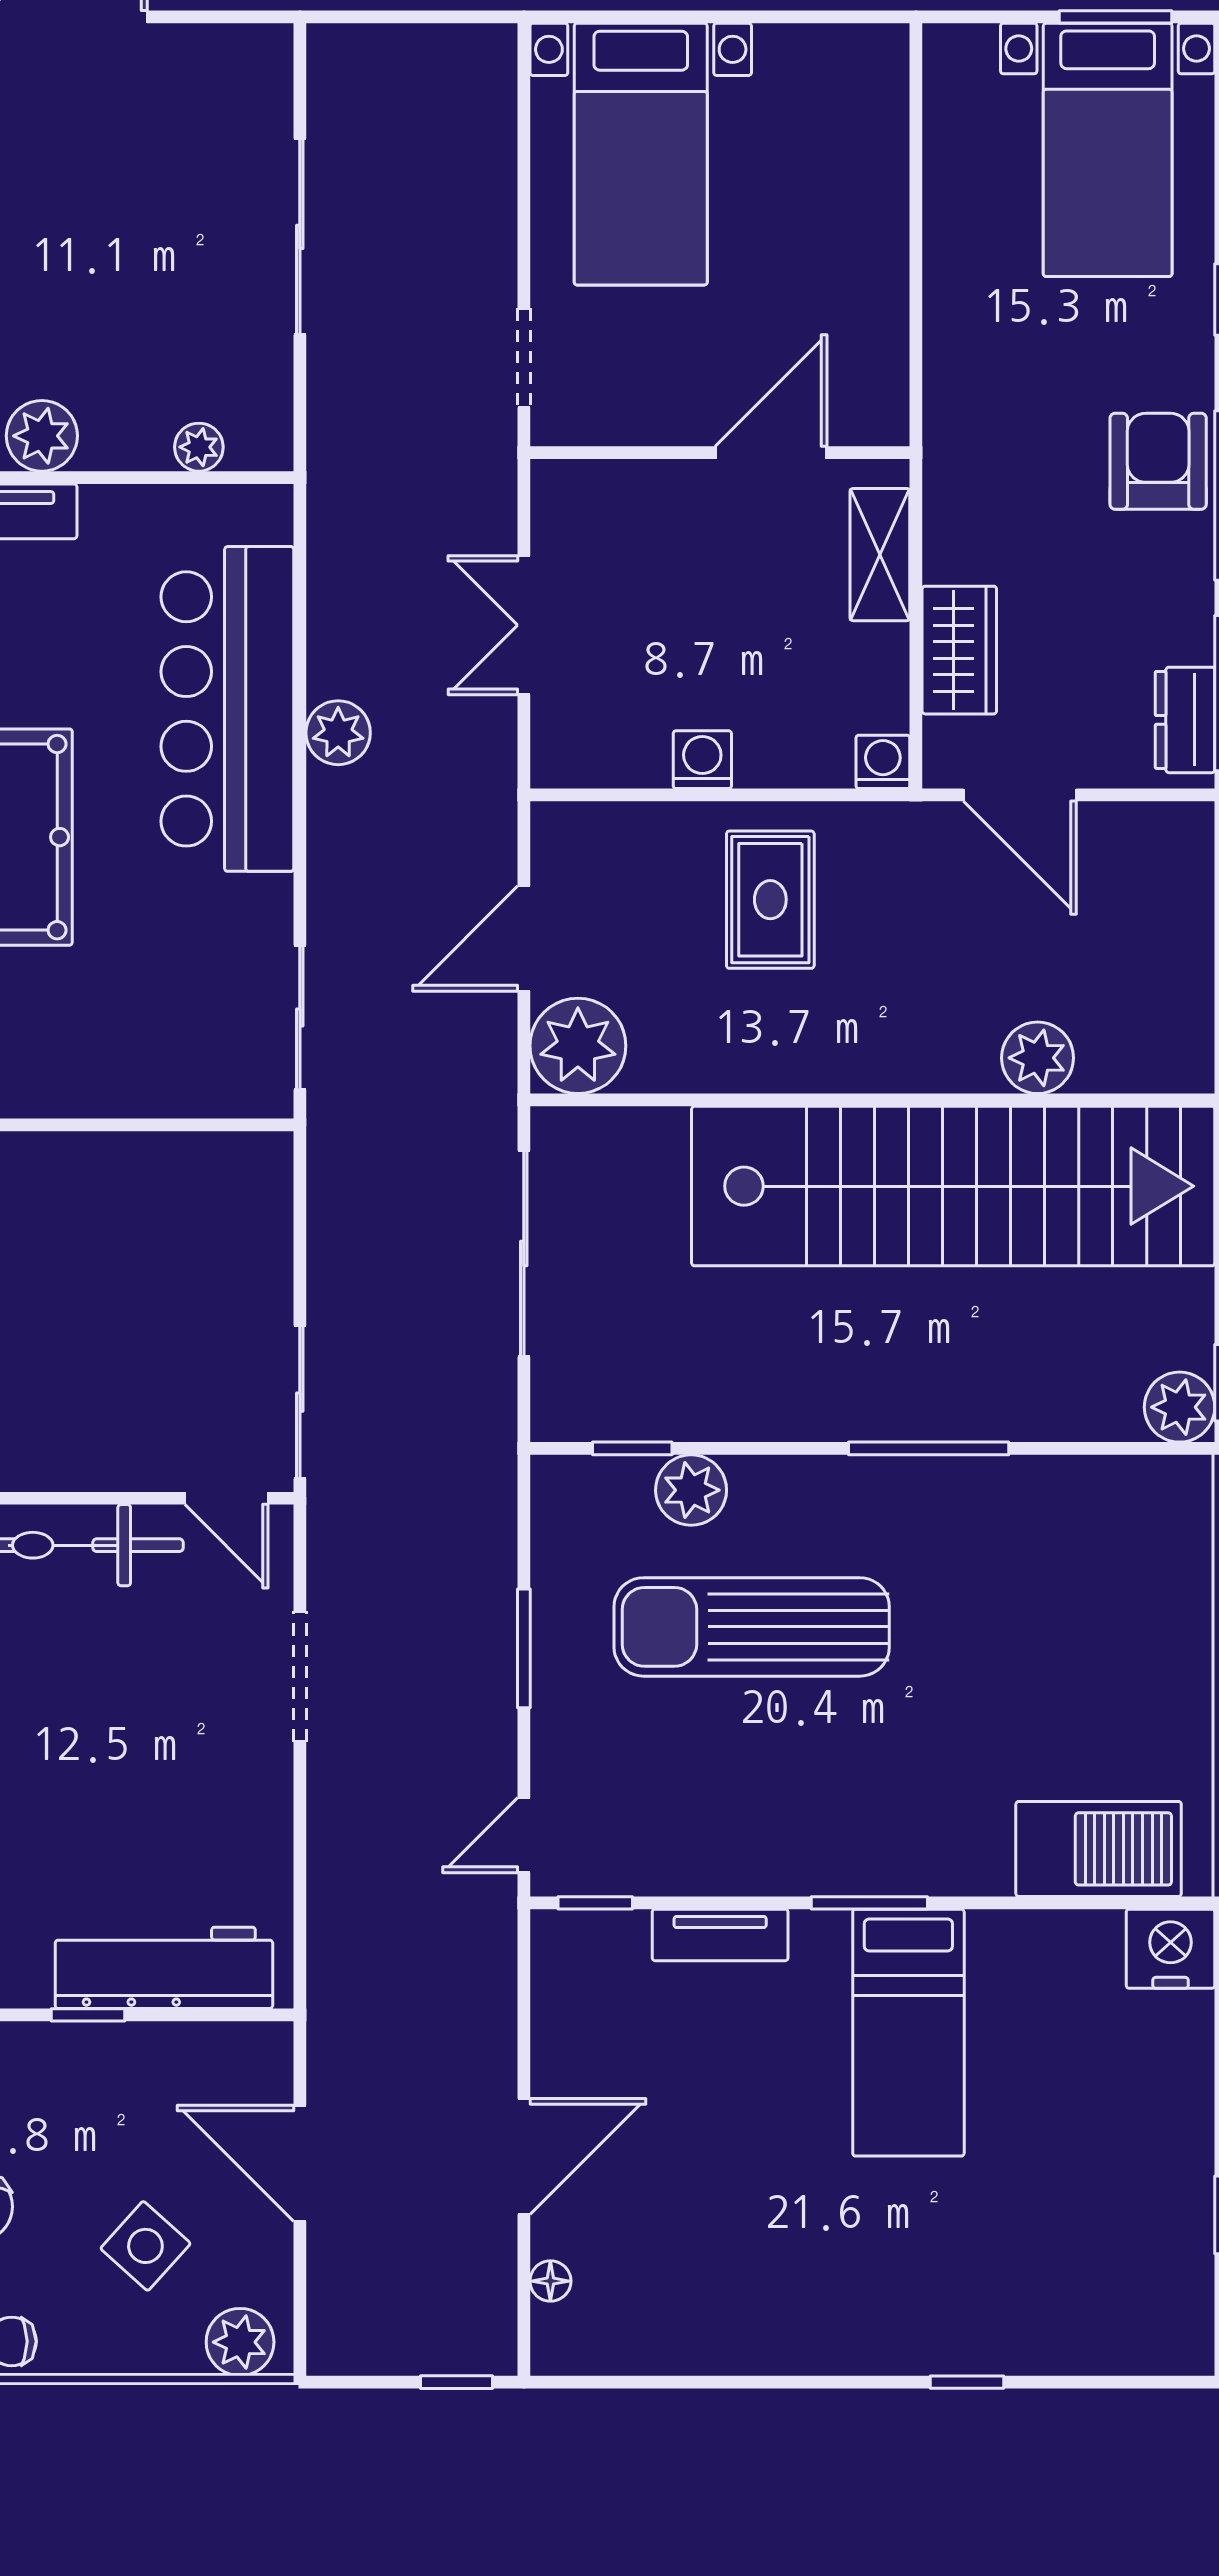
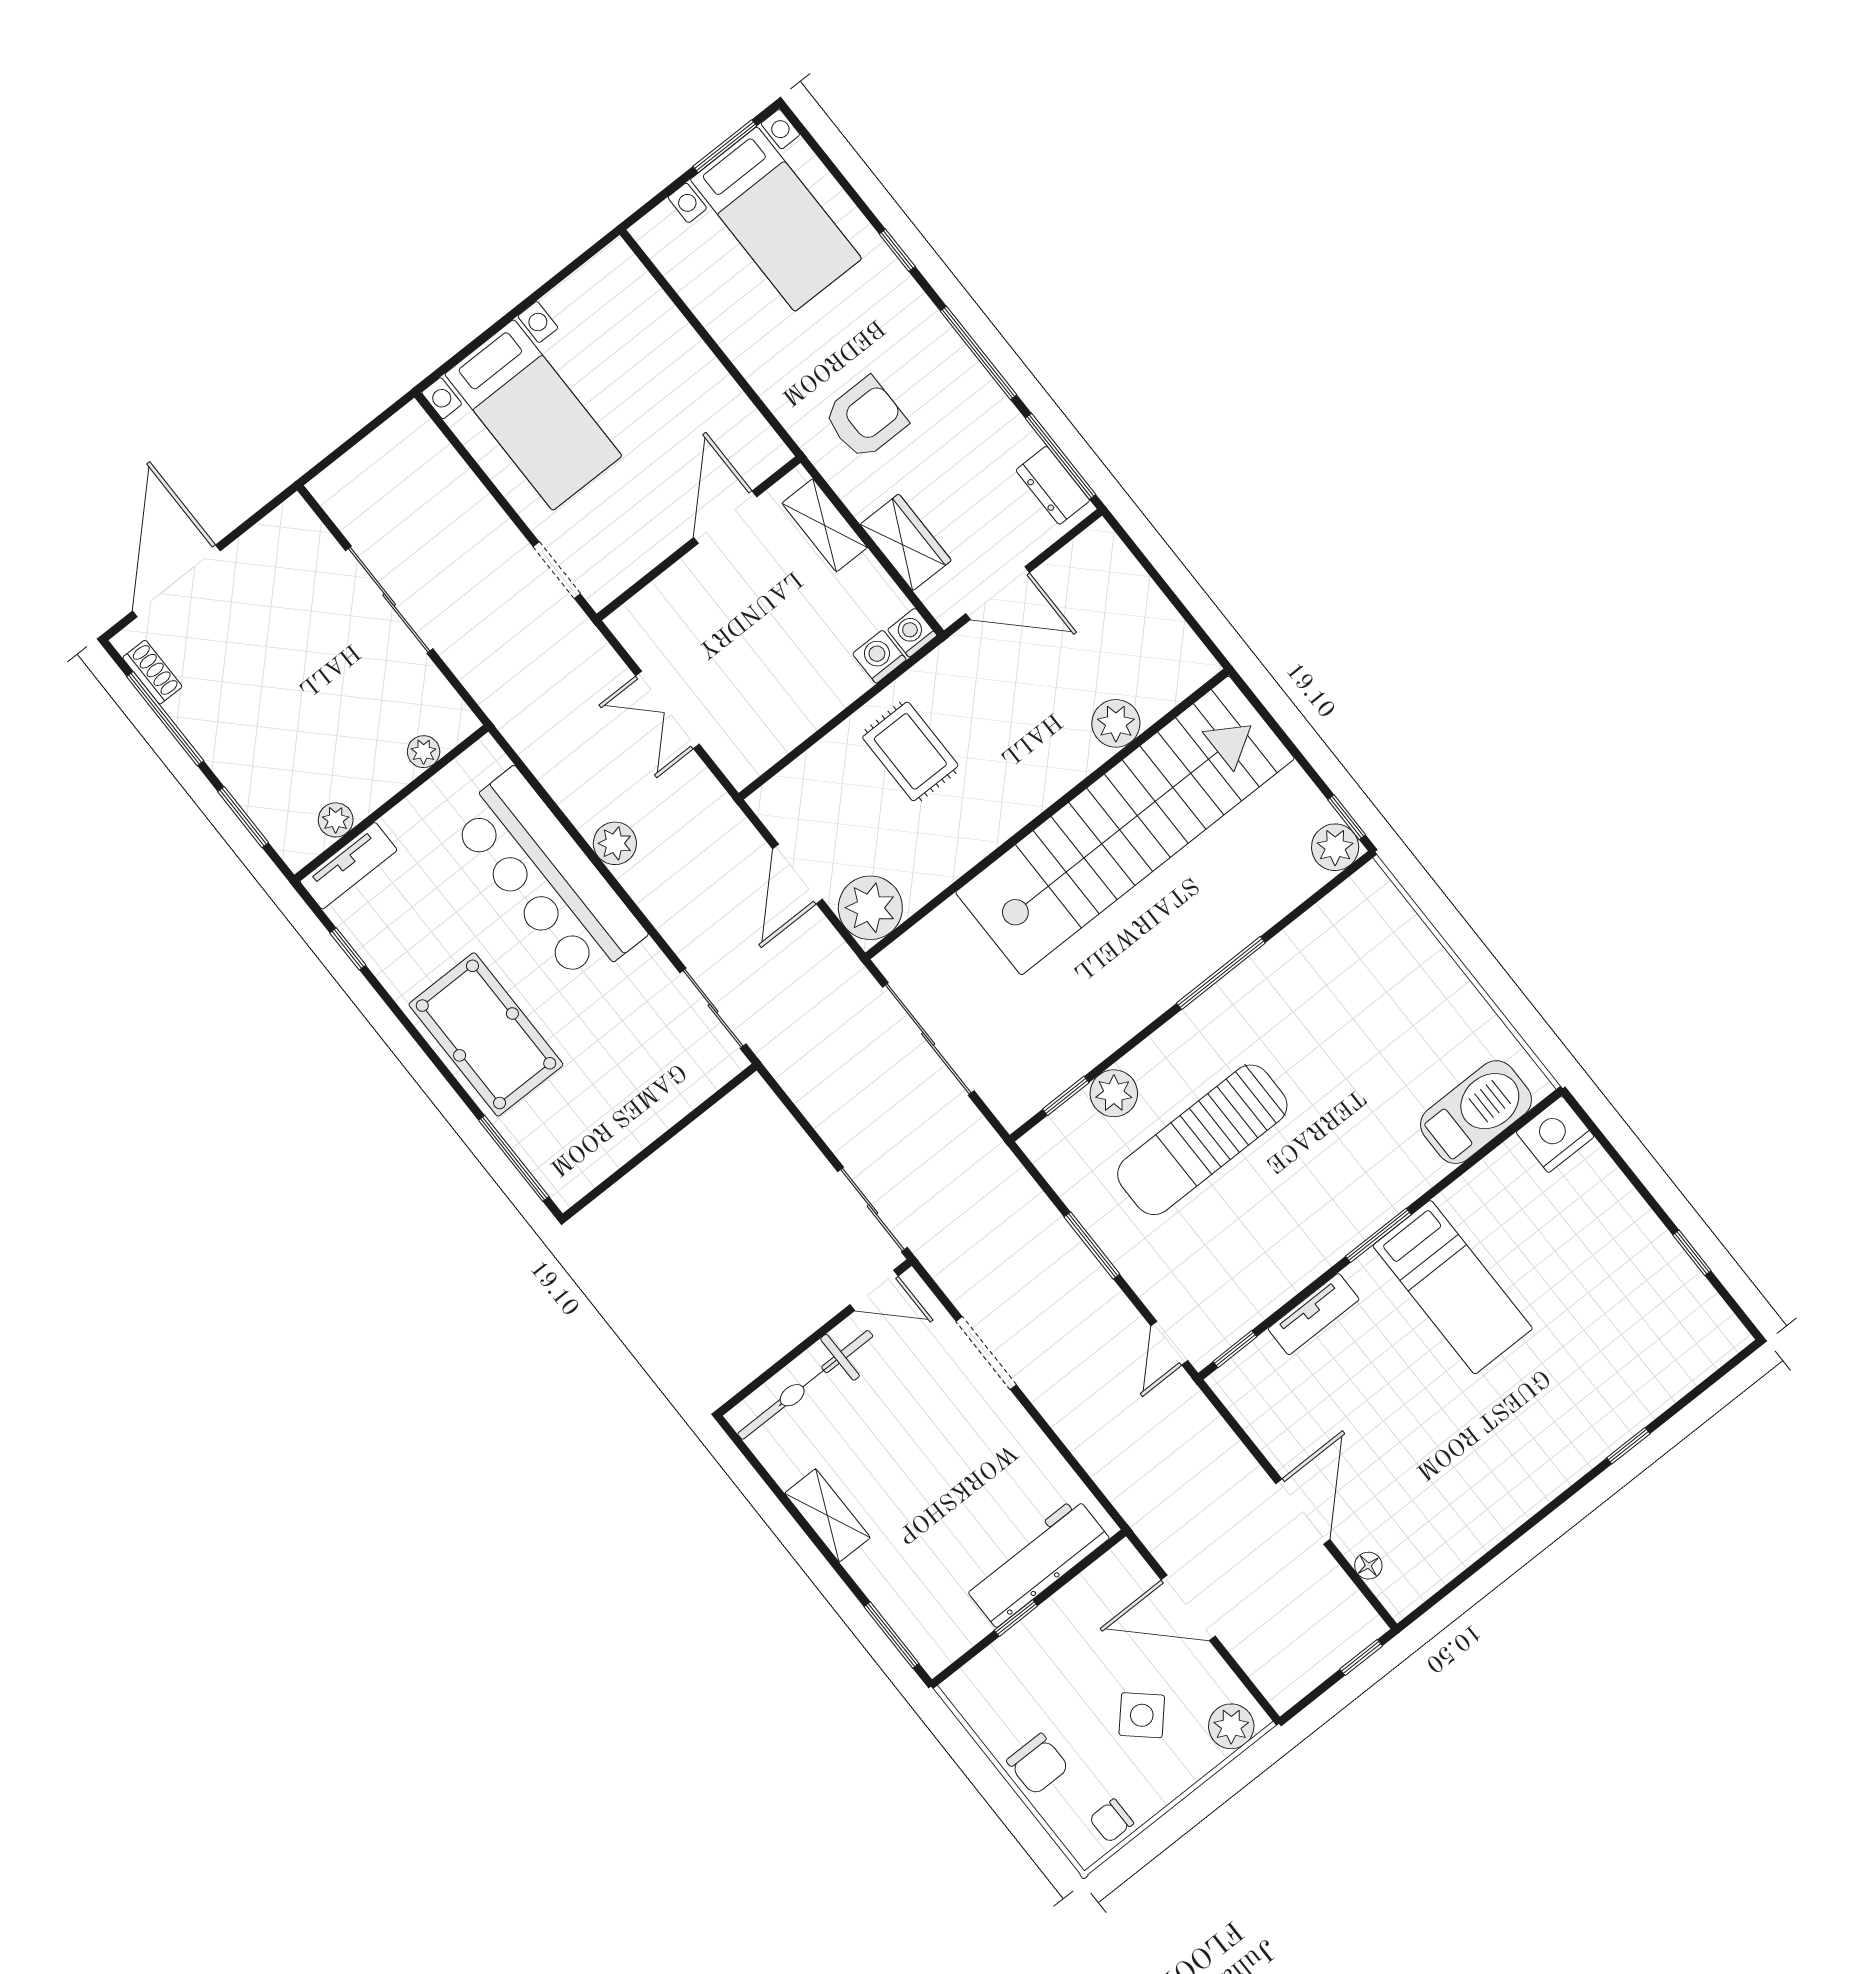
plant: (42, 436) -> (336, 820), width x0.73, depth x0.73
armchair: (1158, 461) -> (865, 418), moved, turned 90
washing machine: (702, 760) -> (879, 657), moved

